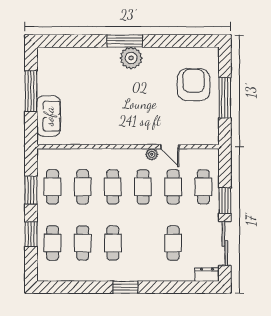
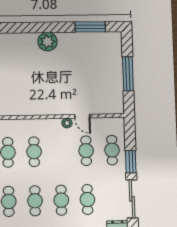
window: (125, 41) -> (90, 27), moved
armchair: (194, 85) -> (101, 63), removed
cafe table: (143, 187) -> (61, 200), moved

